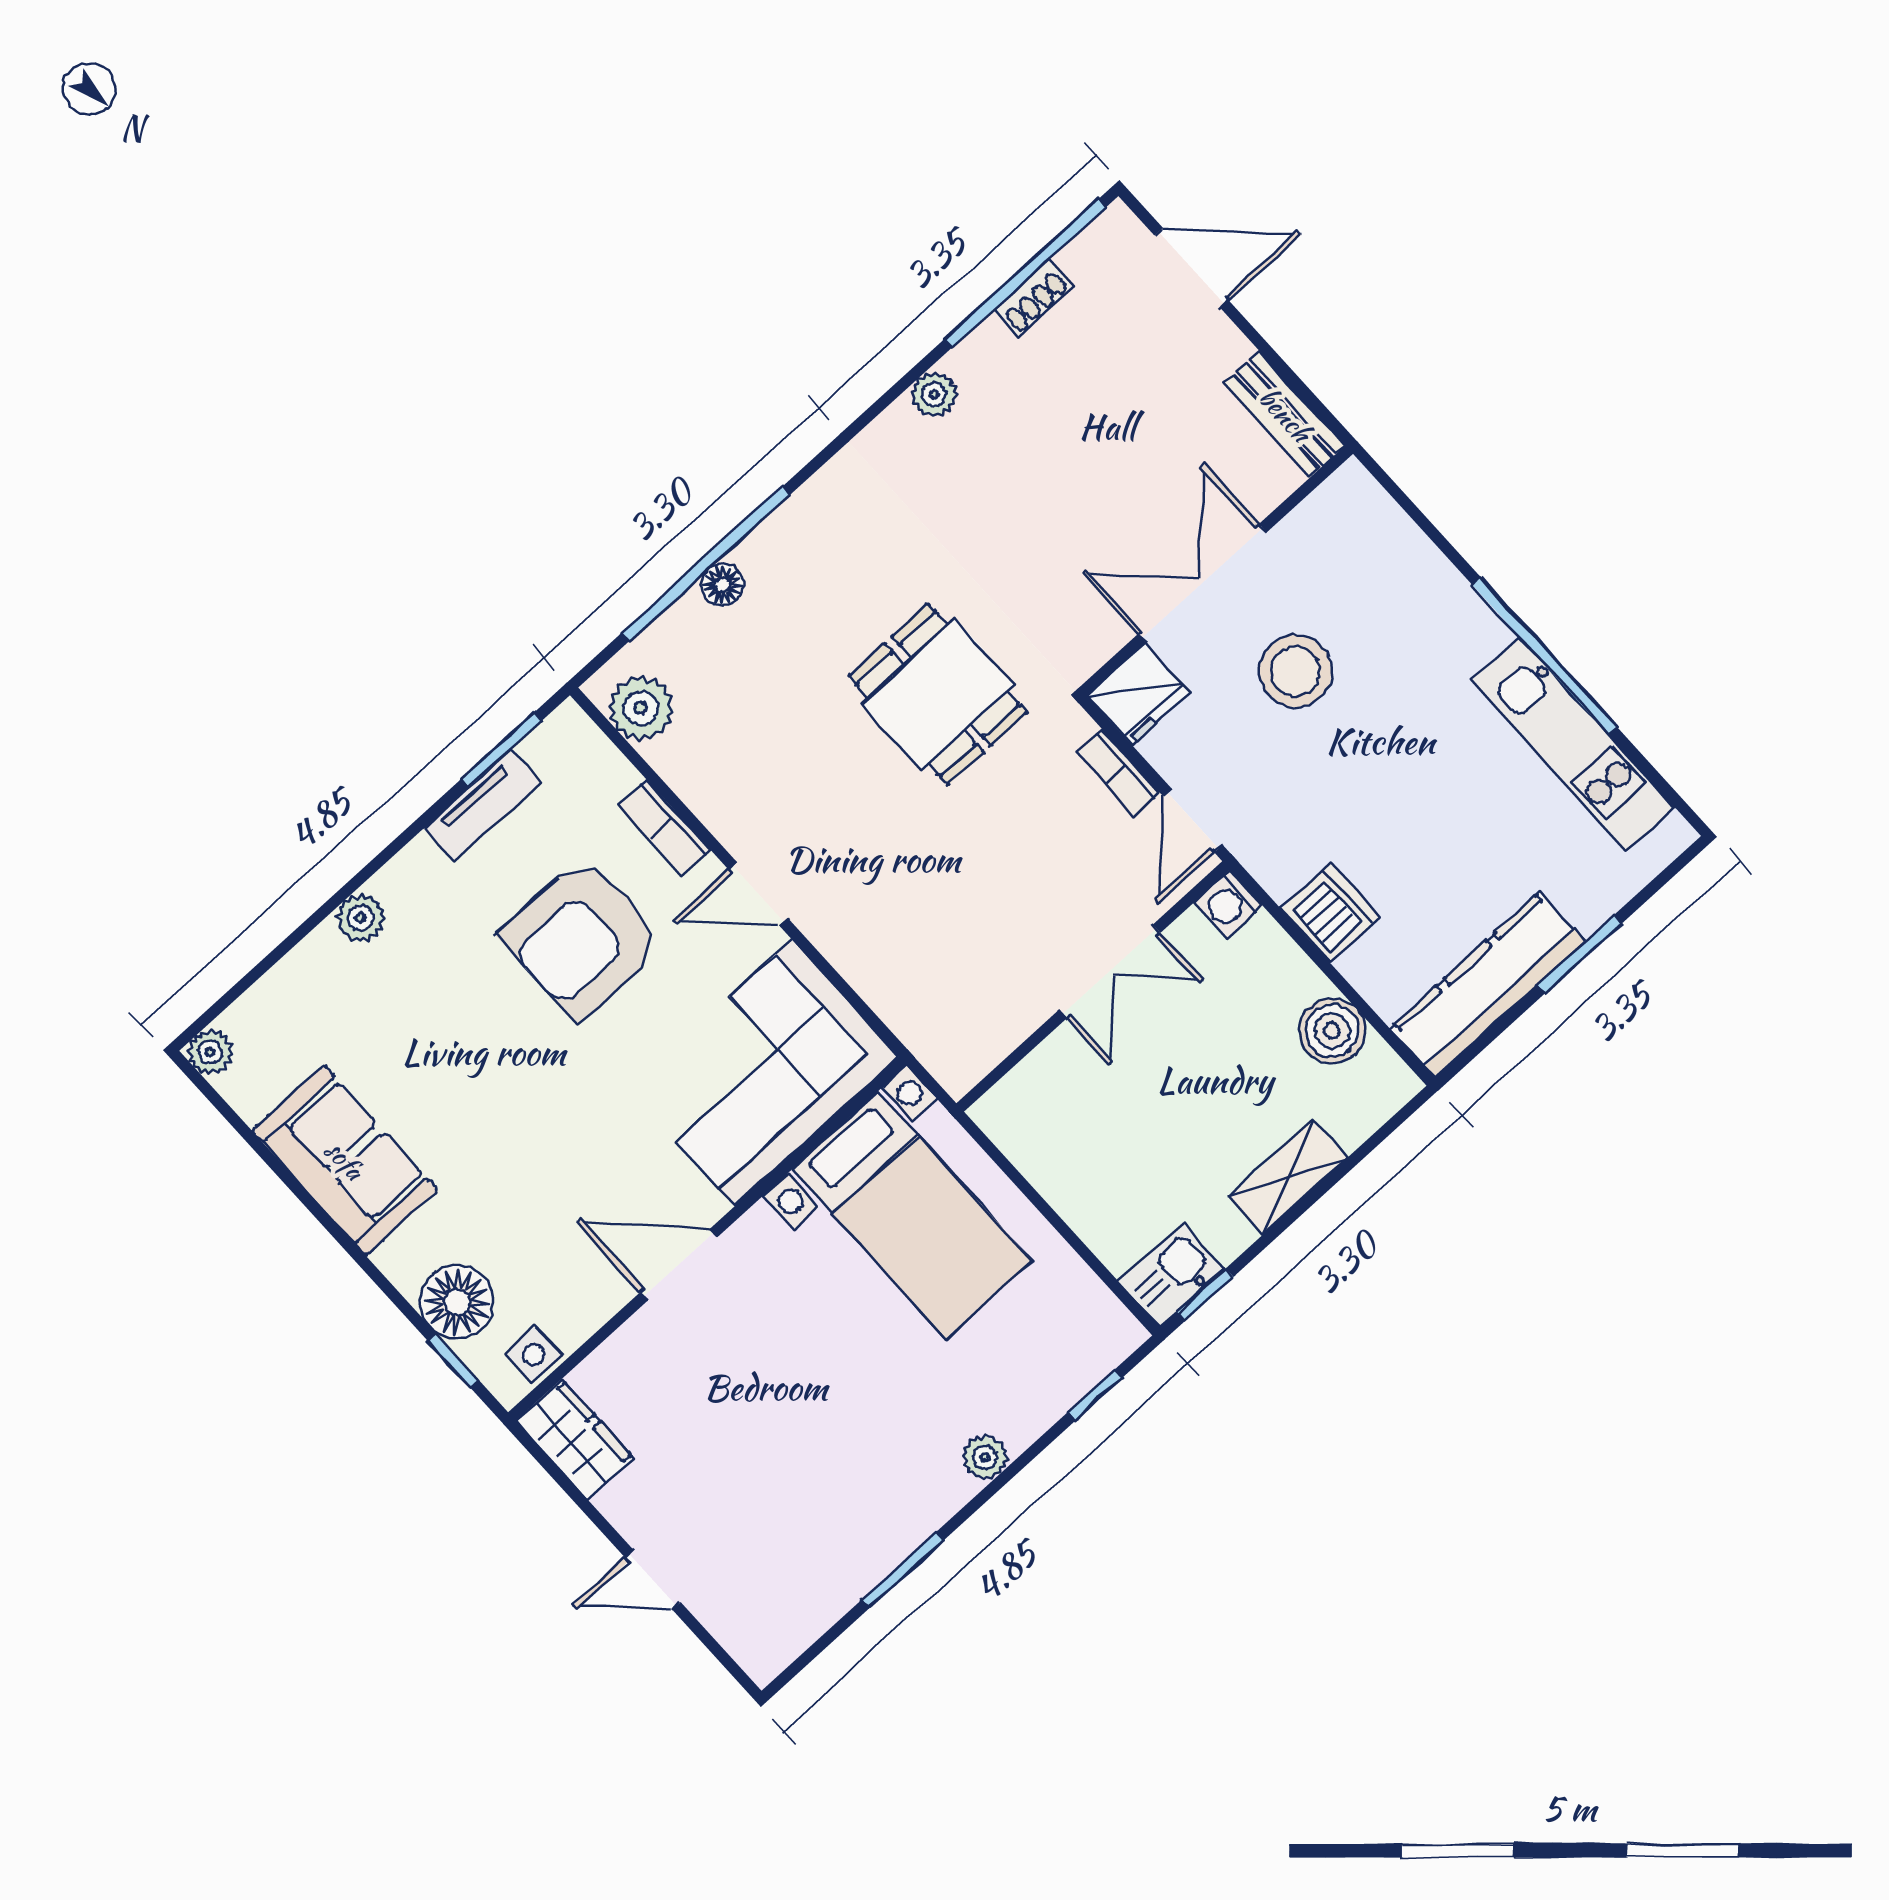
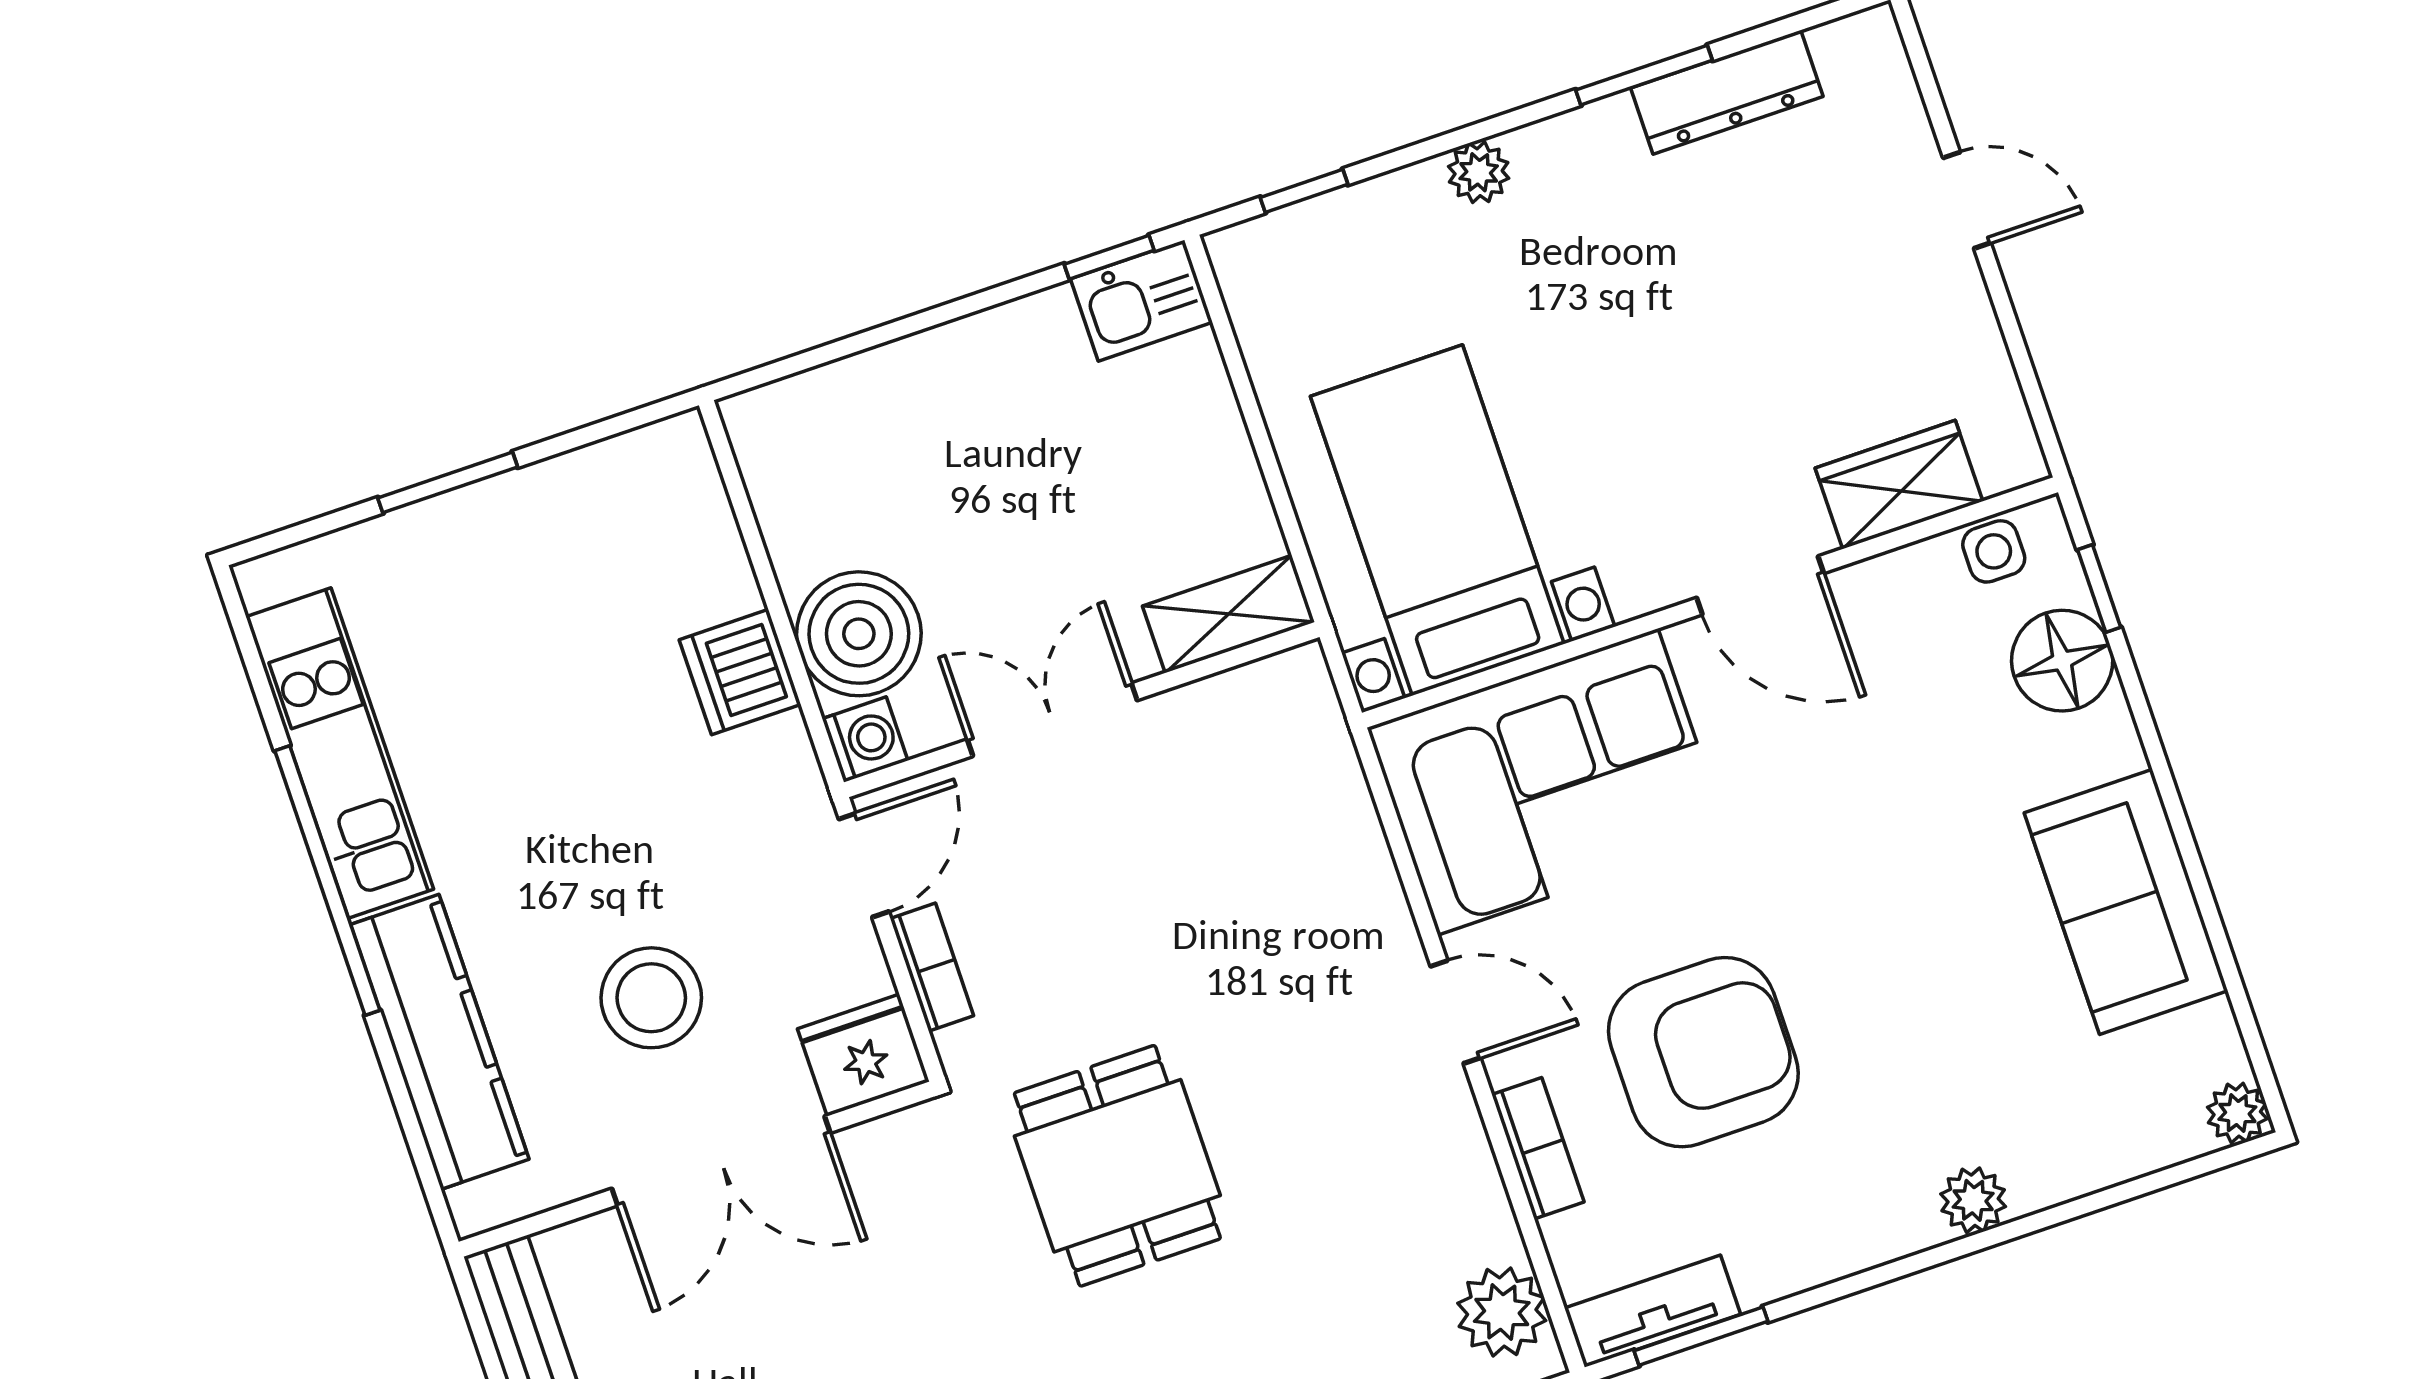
tv unit: (483, 805) -> (1652, 1311), moved
kitchen counter: (1488, 984) -> (440, 1042), moved, turned -90
boiler: (1332, 1031) -> (859, 634), moved, width x1.37, depth x1.37
shelving: (1288, 1177) -> (1228, 614), moved
wardrobe: (575, 1439) -> (1899, 485), moved, turned 90
dresser: (843, 1582) -> (1727, 92), added

